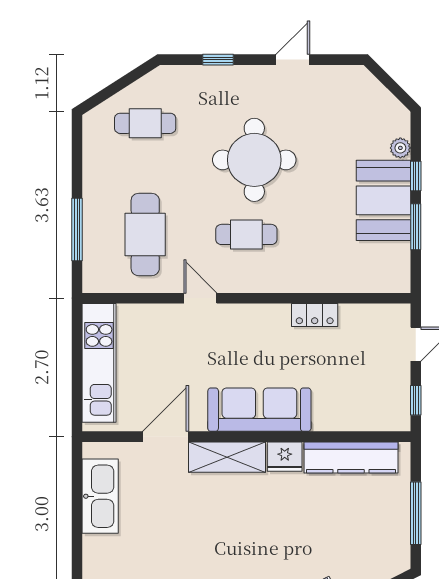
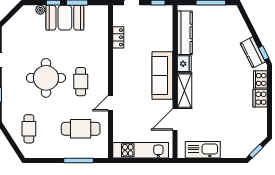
locker: (315, 315) -> (118, 37), moved
door: (166, 437) -> (175, 119), hinge flipped

